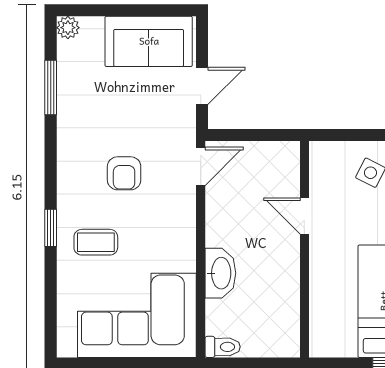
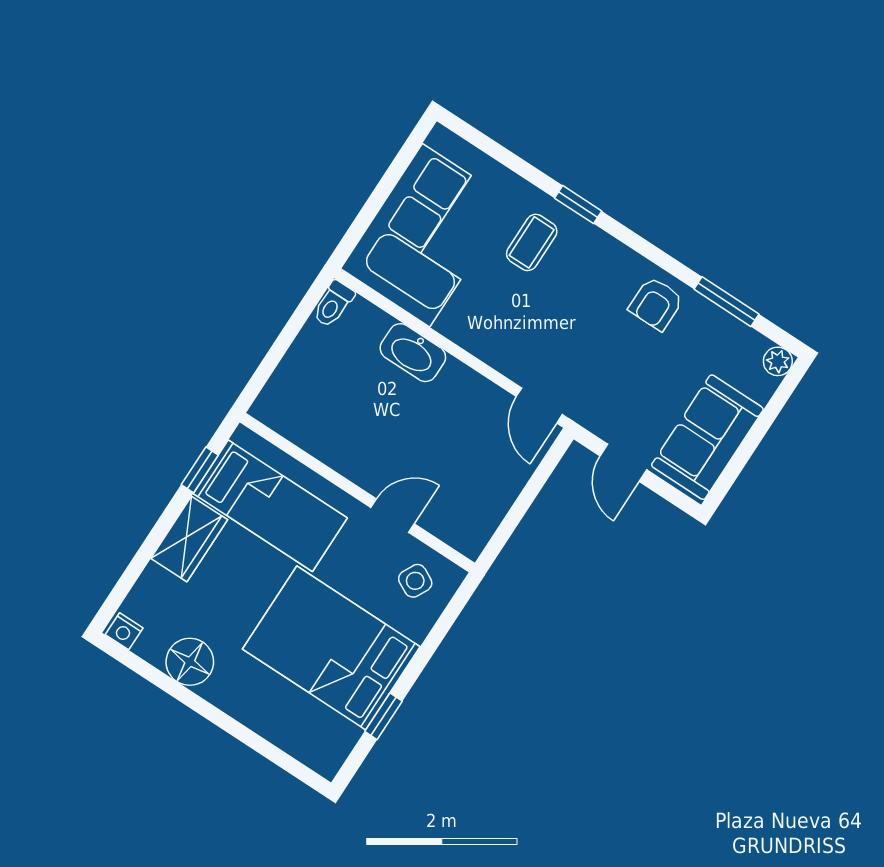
armchair: (124, 173) -> (656, 304), moved, turned -90
door: (304, 216) -> (392, 516), moved
wall: (304, 249) -> (357, 493), moved

